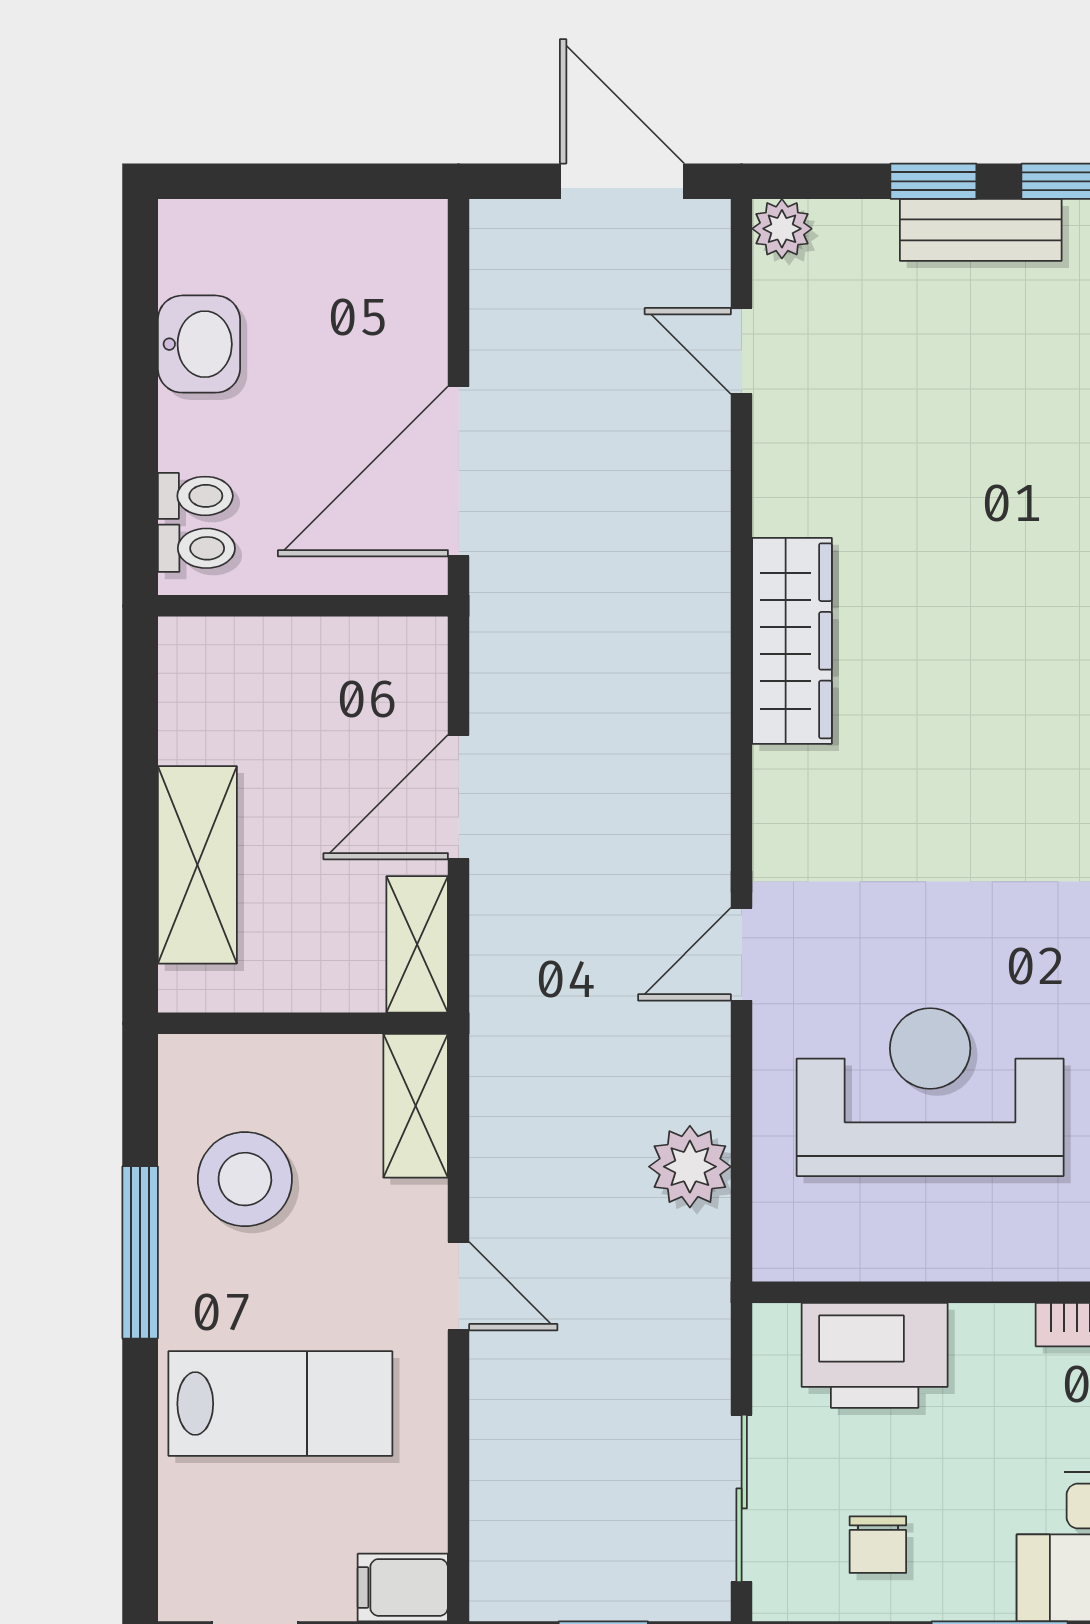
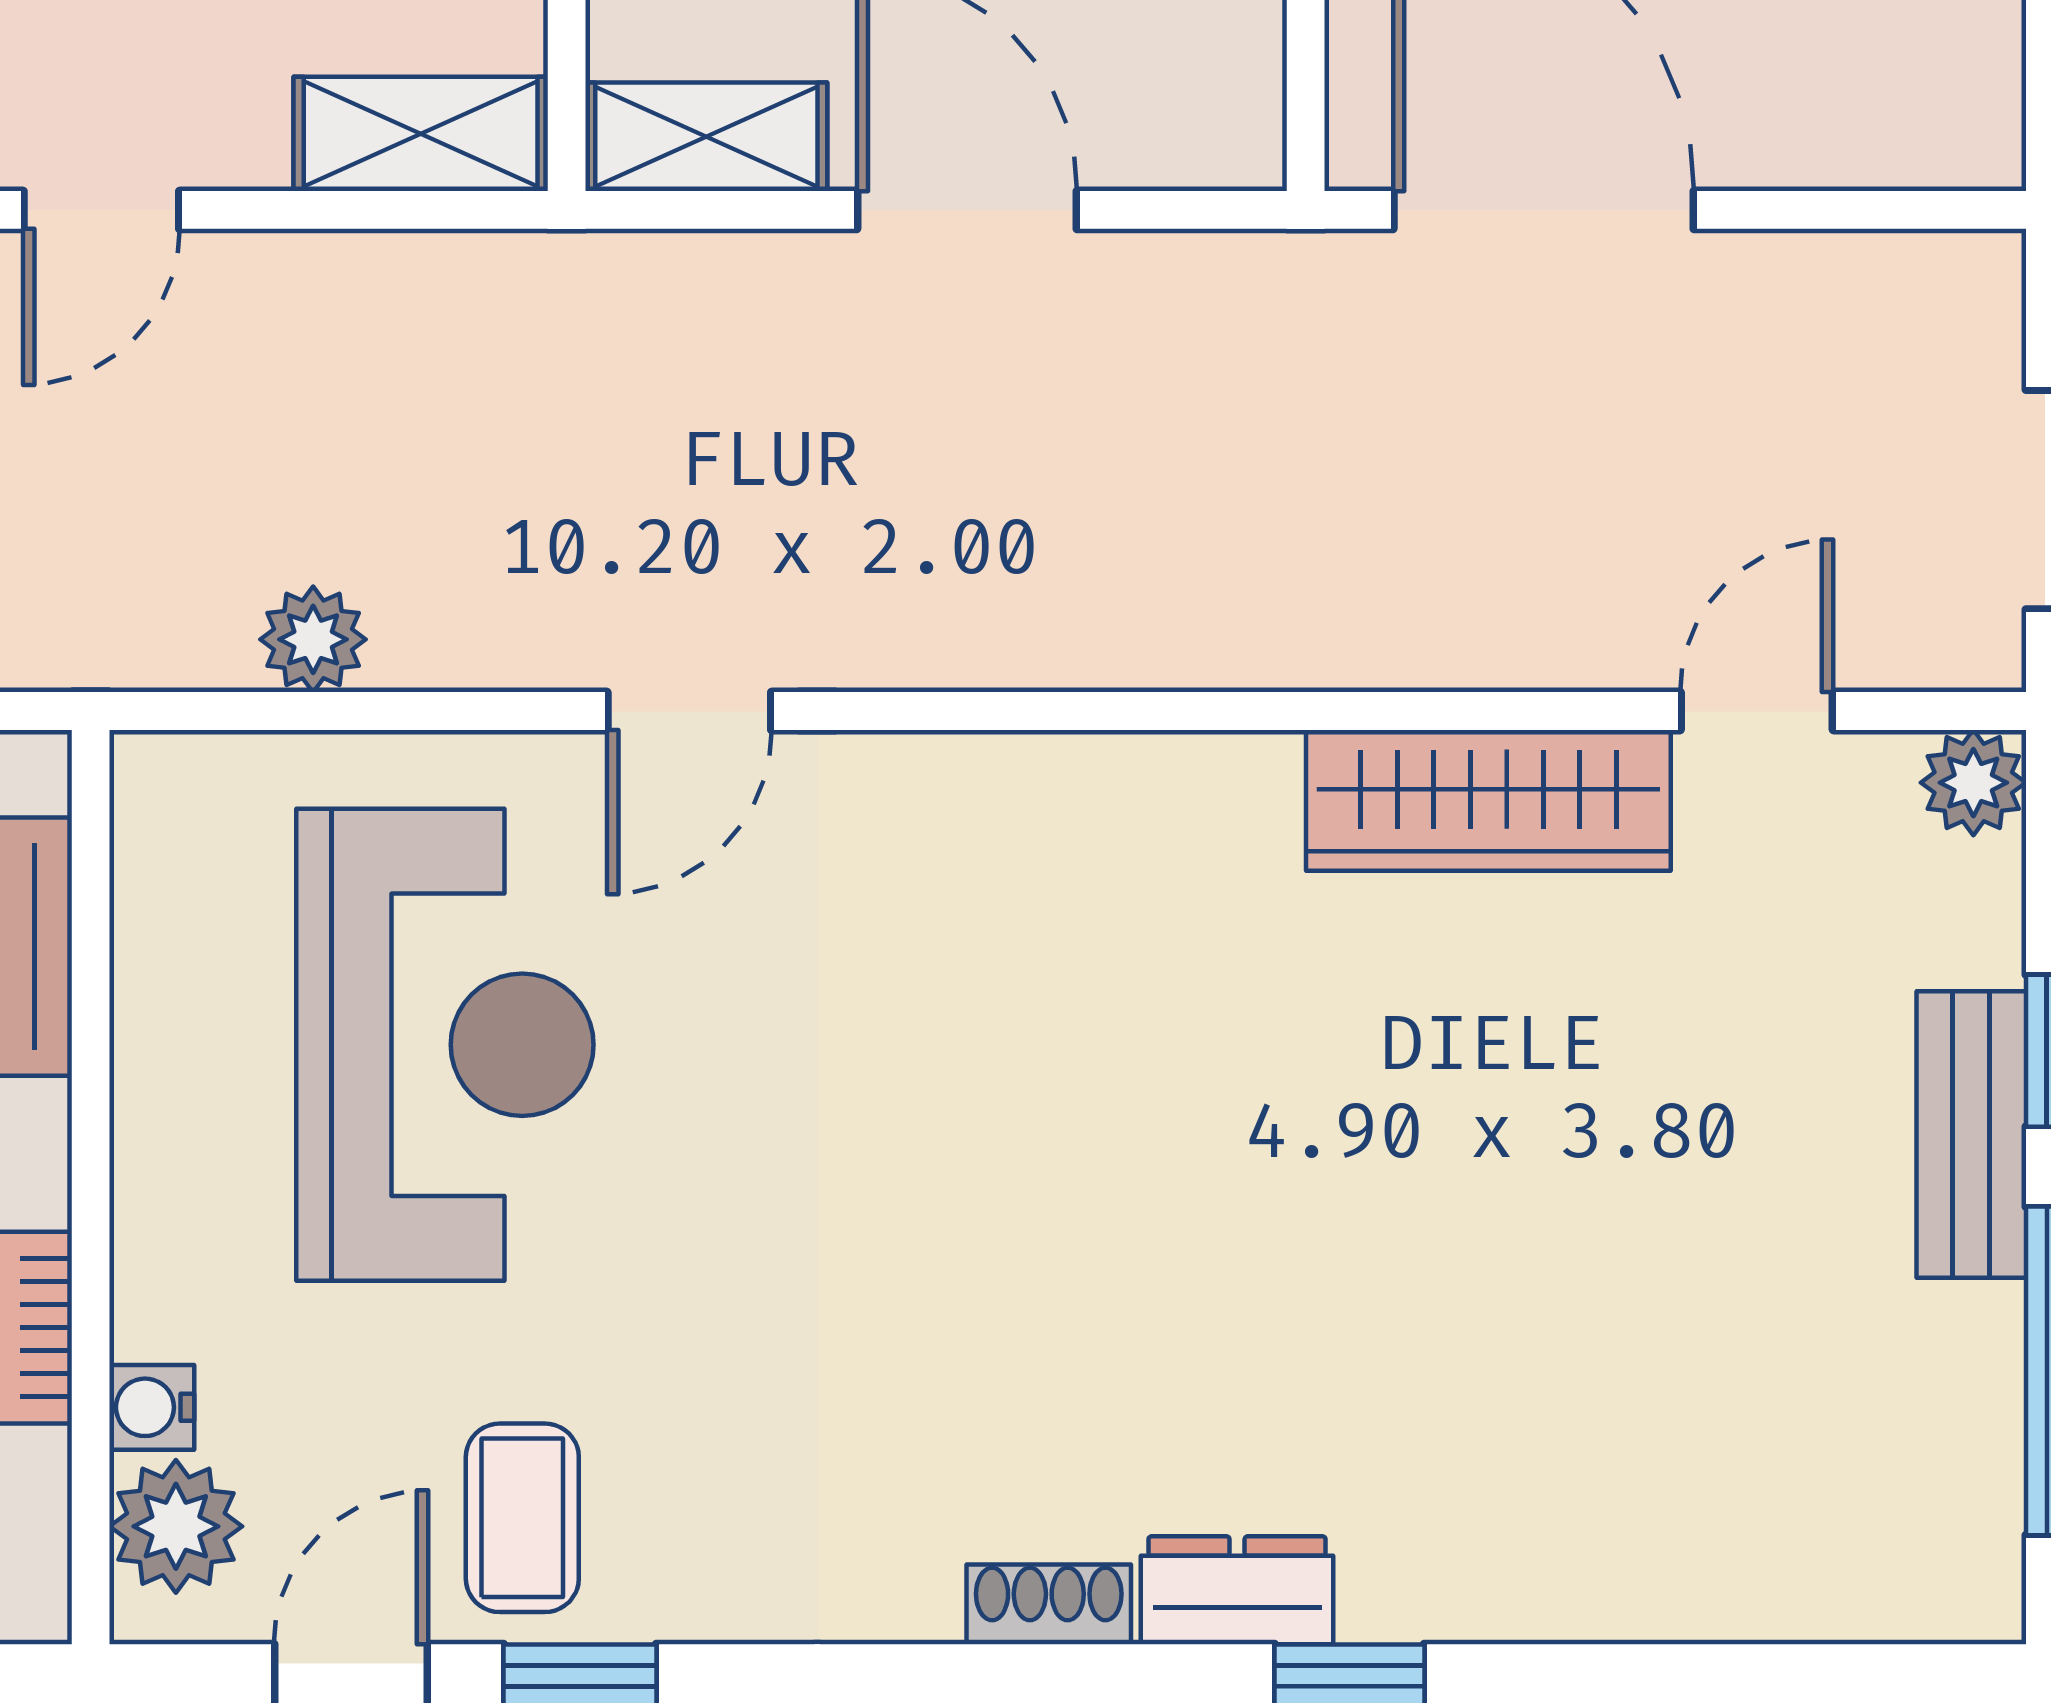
wardrobe: (792, 641) -> (1488, 800), moved
door: (742, 954) -> (689, 711), swing flipped
plant: (690, 1167) -> (313, 639), width x0.73, depth x0.73

